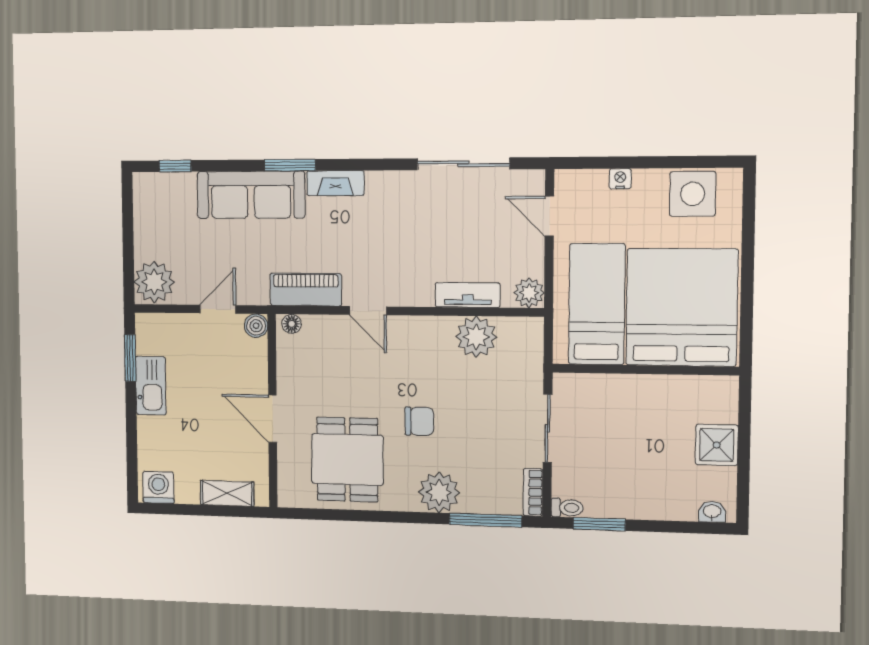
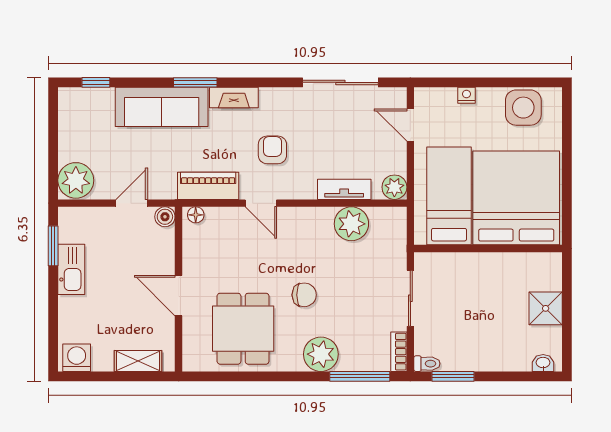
armchair: (381, 247) -> (272, 150), added

